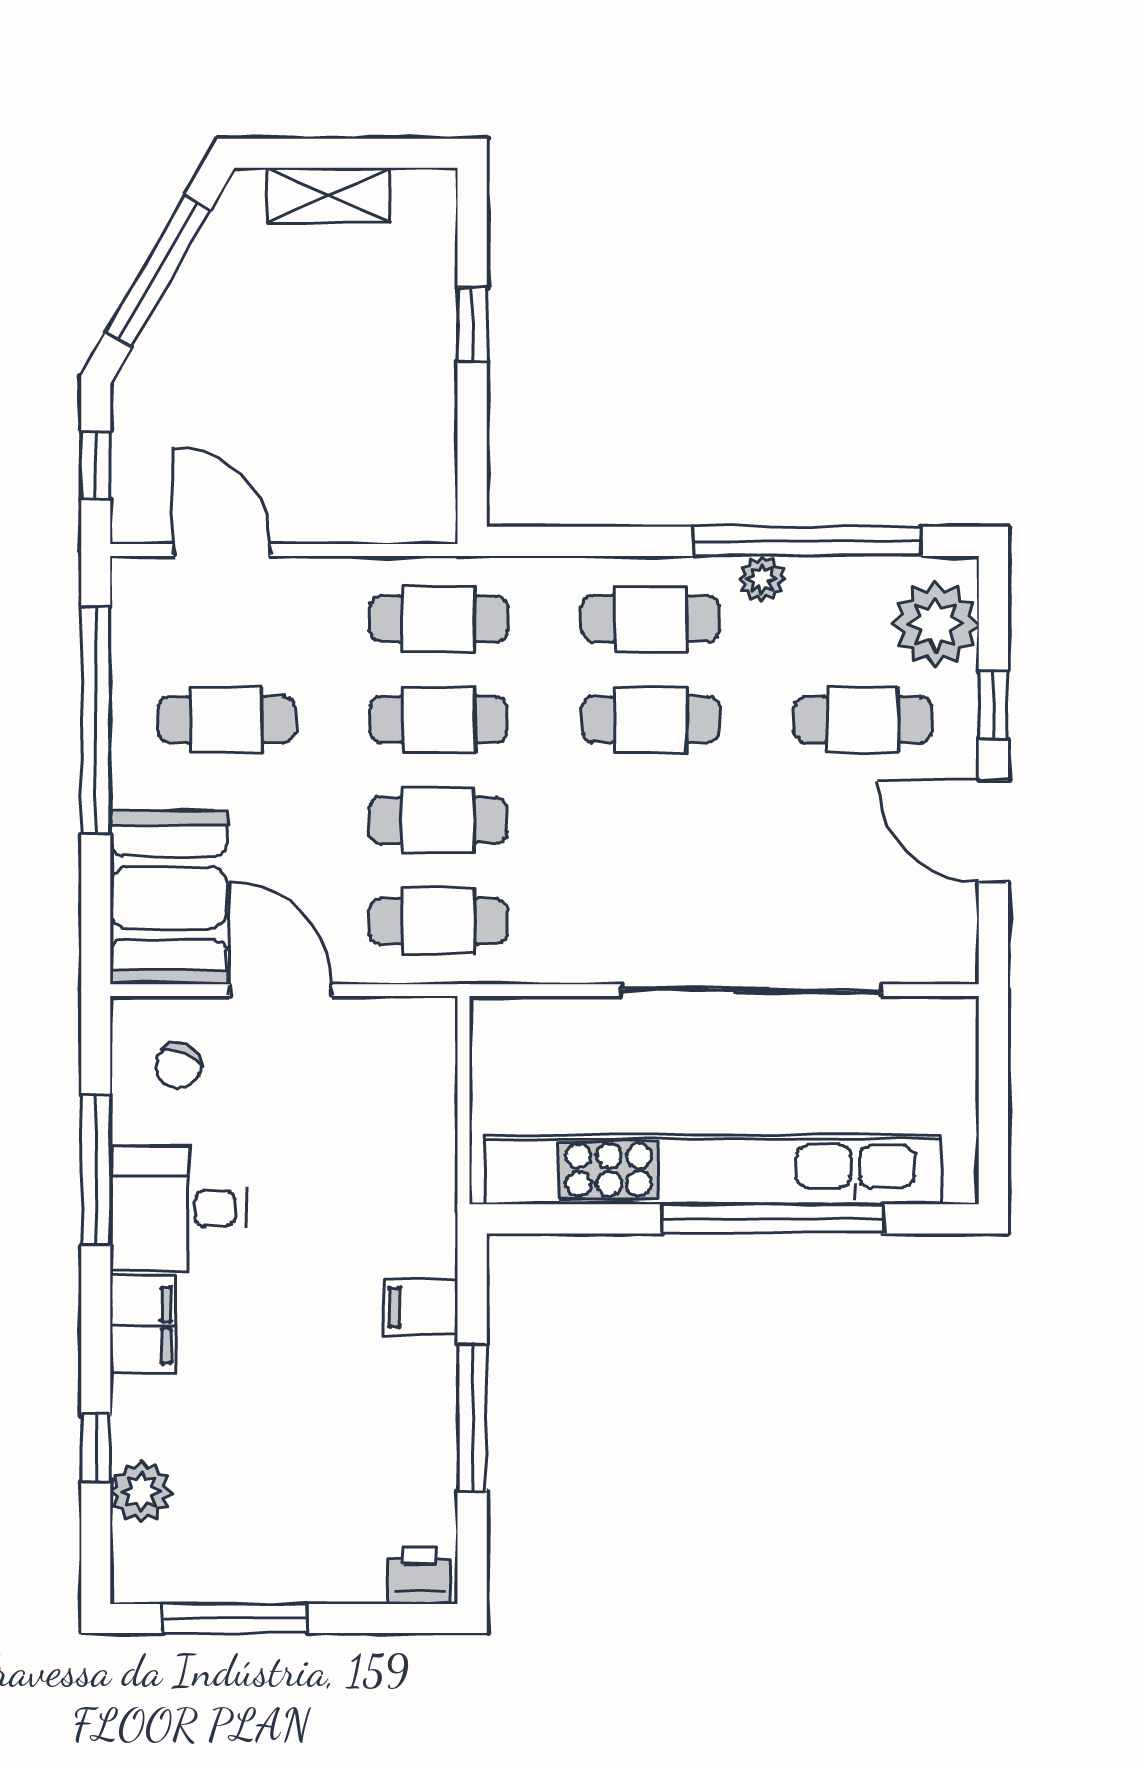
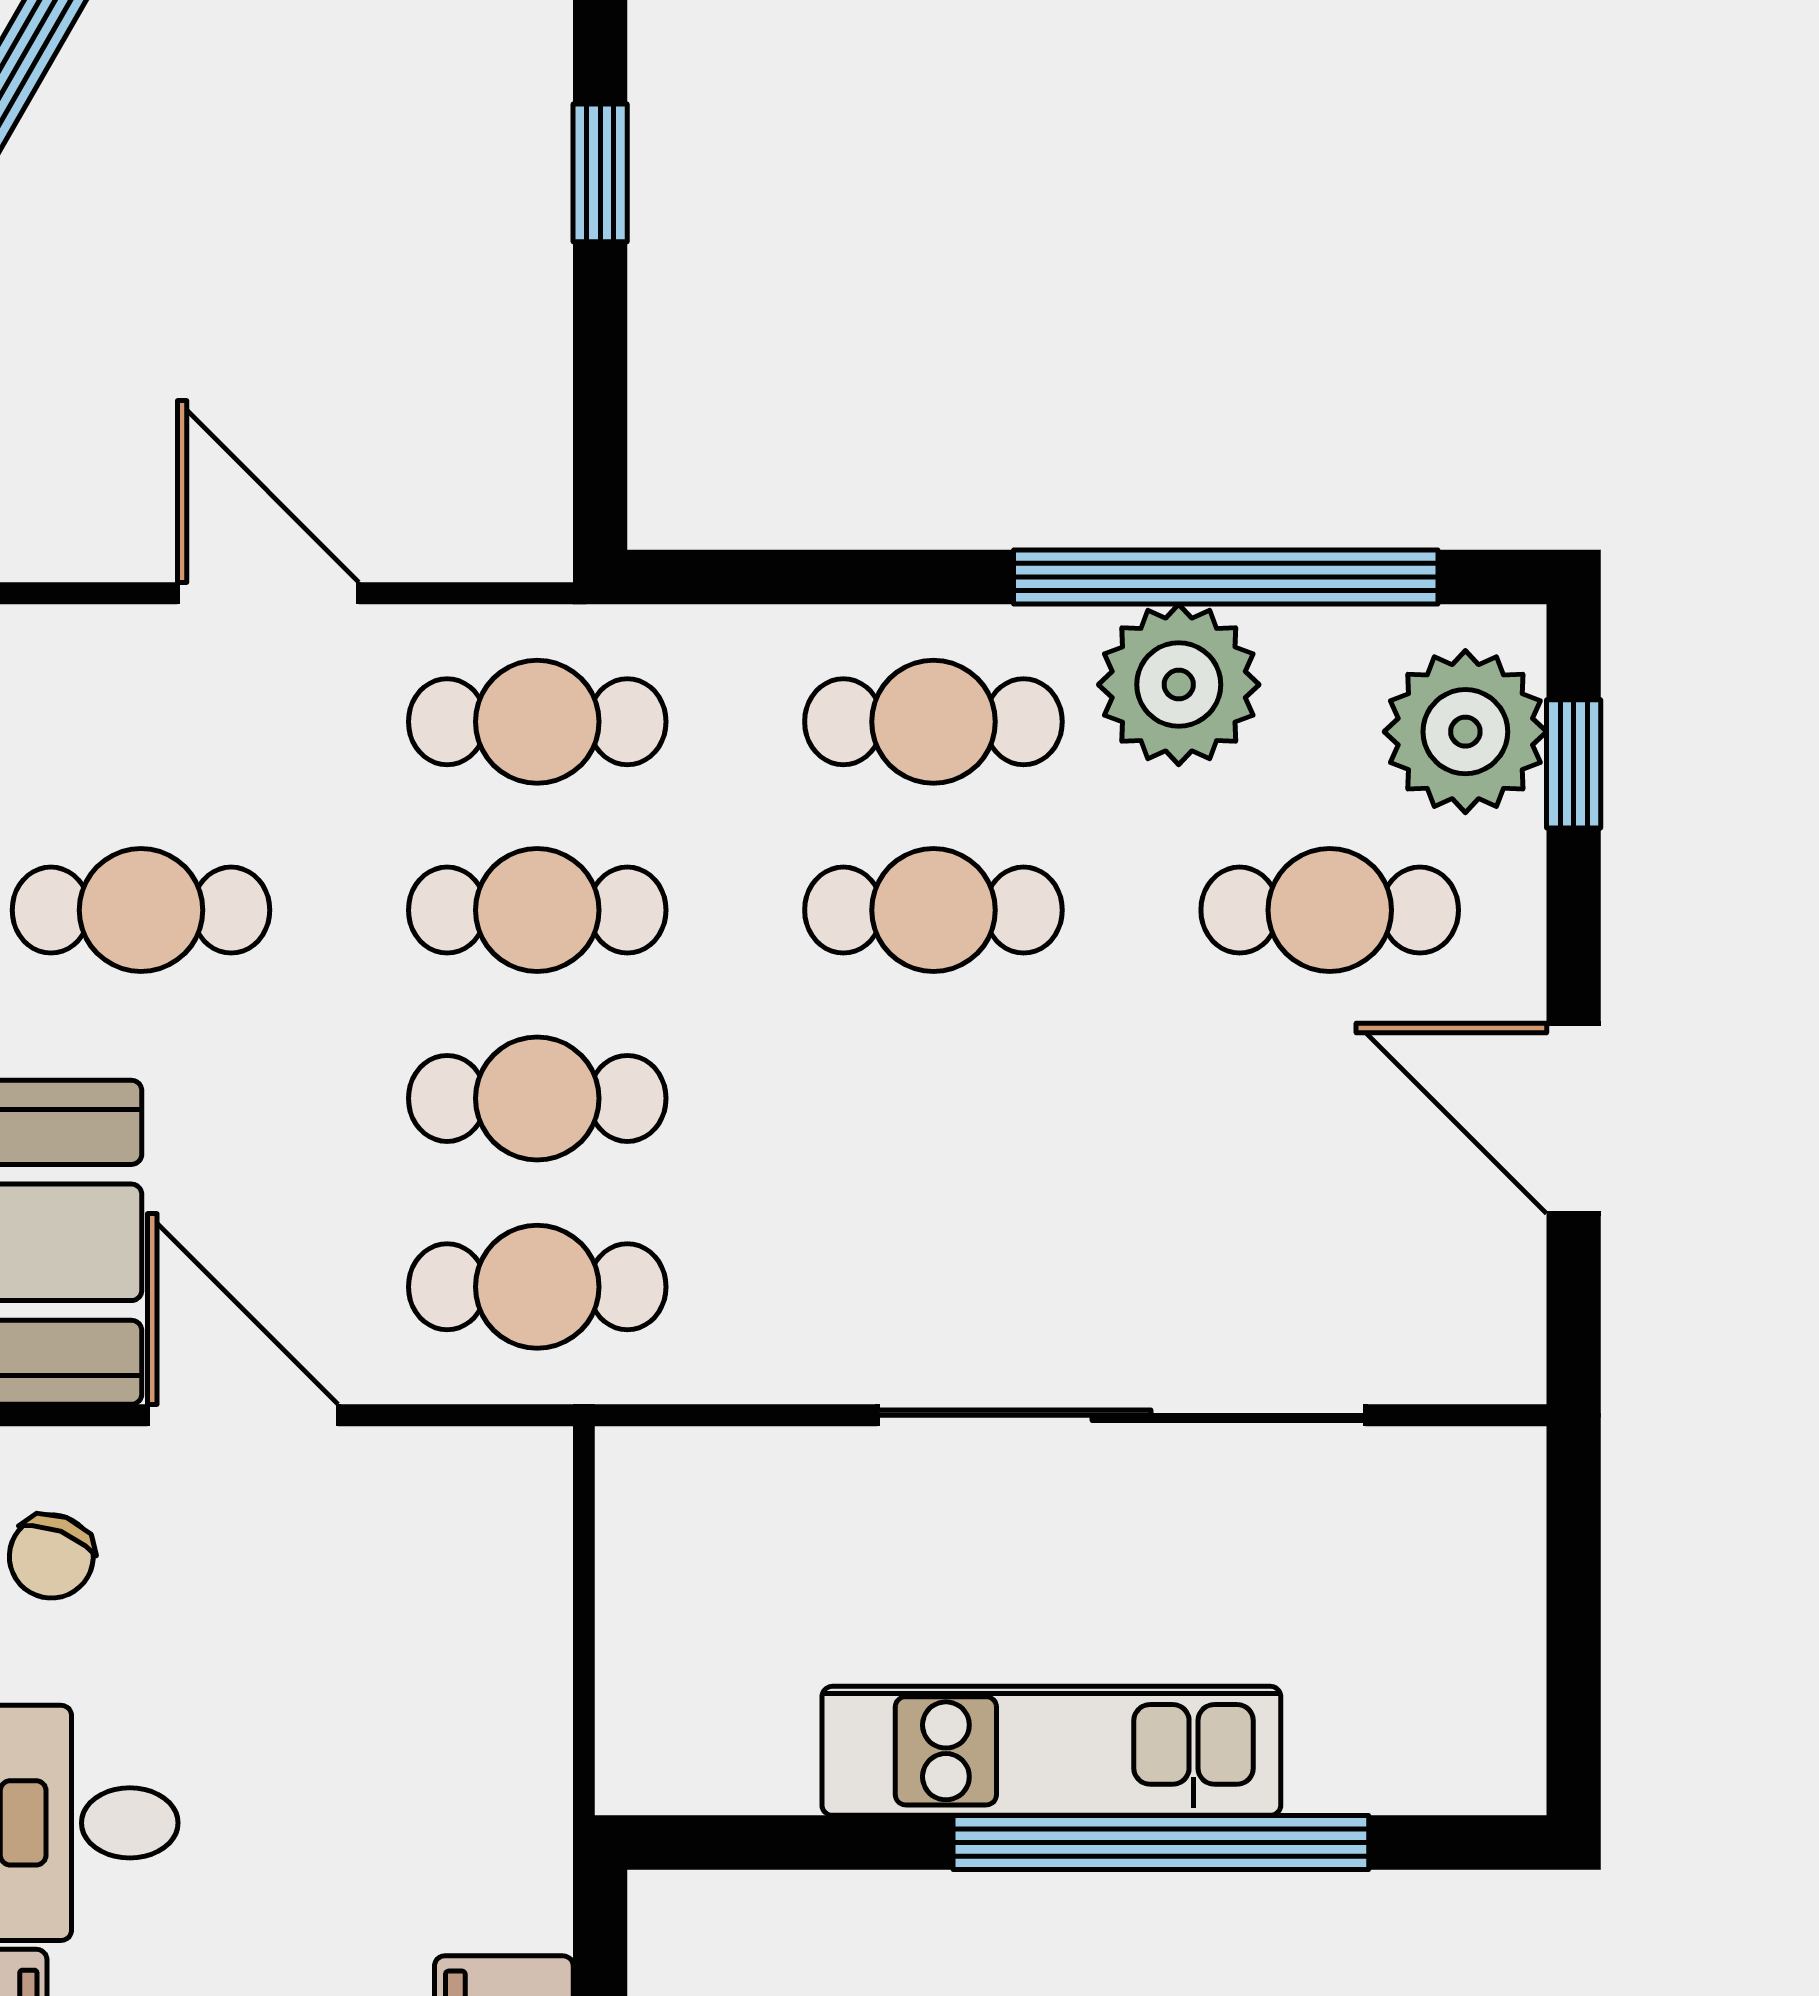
door: (222, 550) -> (268, 593), moved
plant: (762, 579) -> (1179, 685), width x1.88, depth x1.88
window: (993, 705) -> (1574, 764), moved
kitchen unit: (714, 1170) -> (1051, 1751), width x0.54

